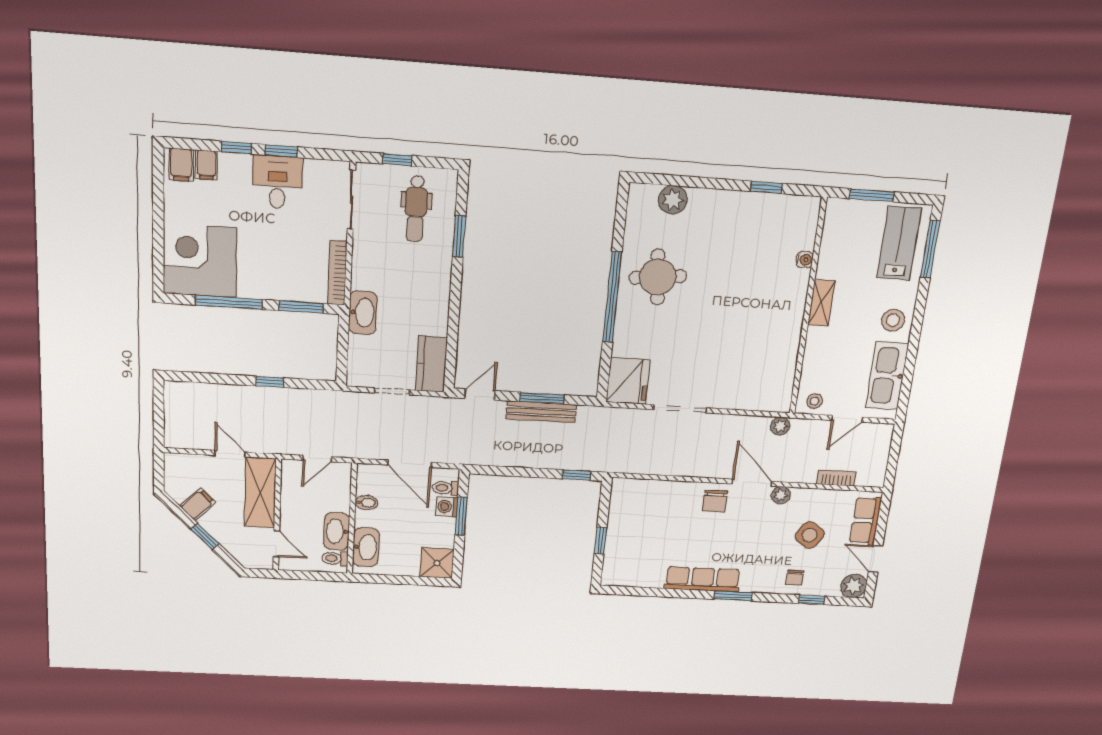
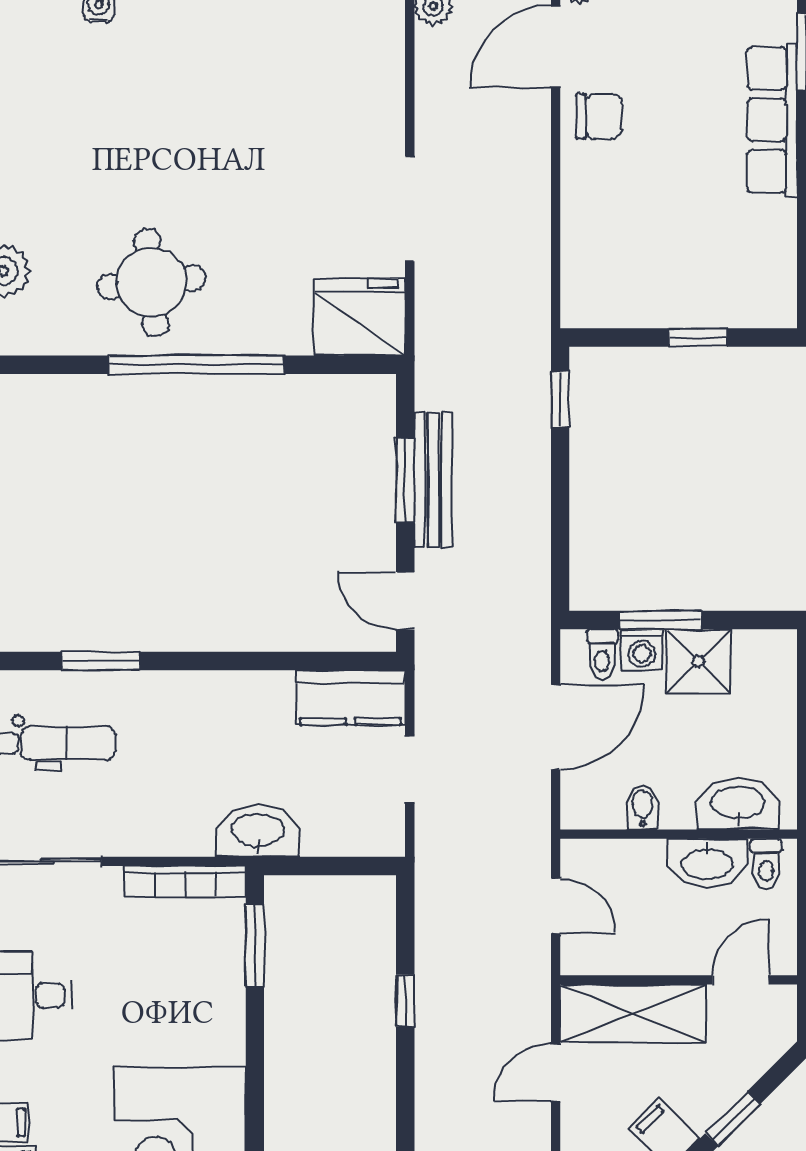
window: (229, 302) -> (255, 1079), removed
shower: (437, 563) -> (698, 661), moved

